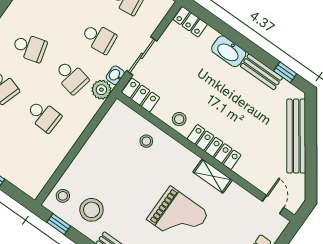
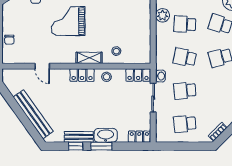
window: (243, 42) -> (101, 146), added
window: (285, 72) -> (76, 146), moved
plant: (101, 90) -> (162, 15), moved
locker: (214, 147) -> (82, 75), width x0.66
shelving: (212, 176) -> (89, 58), moved
door: (273, 204) -> (42, 66), moved

